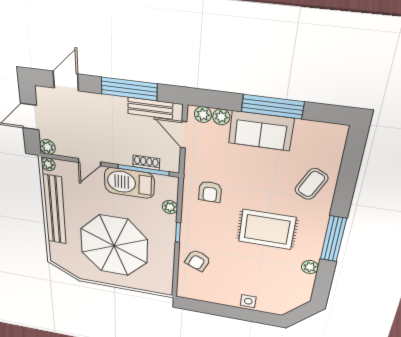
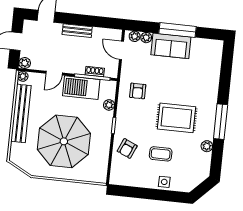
window: (129, 89) -> (88, 21), removed
bench: (150, 108) -> (77, 31), moved
coffee table: (311, 184) -> (161, 154), moved, turned 64

